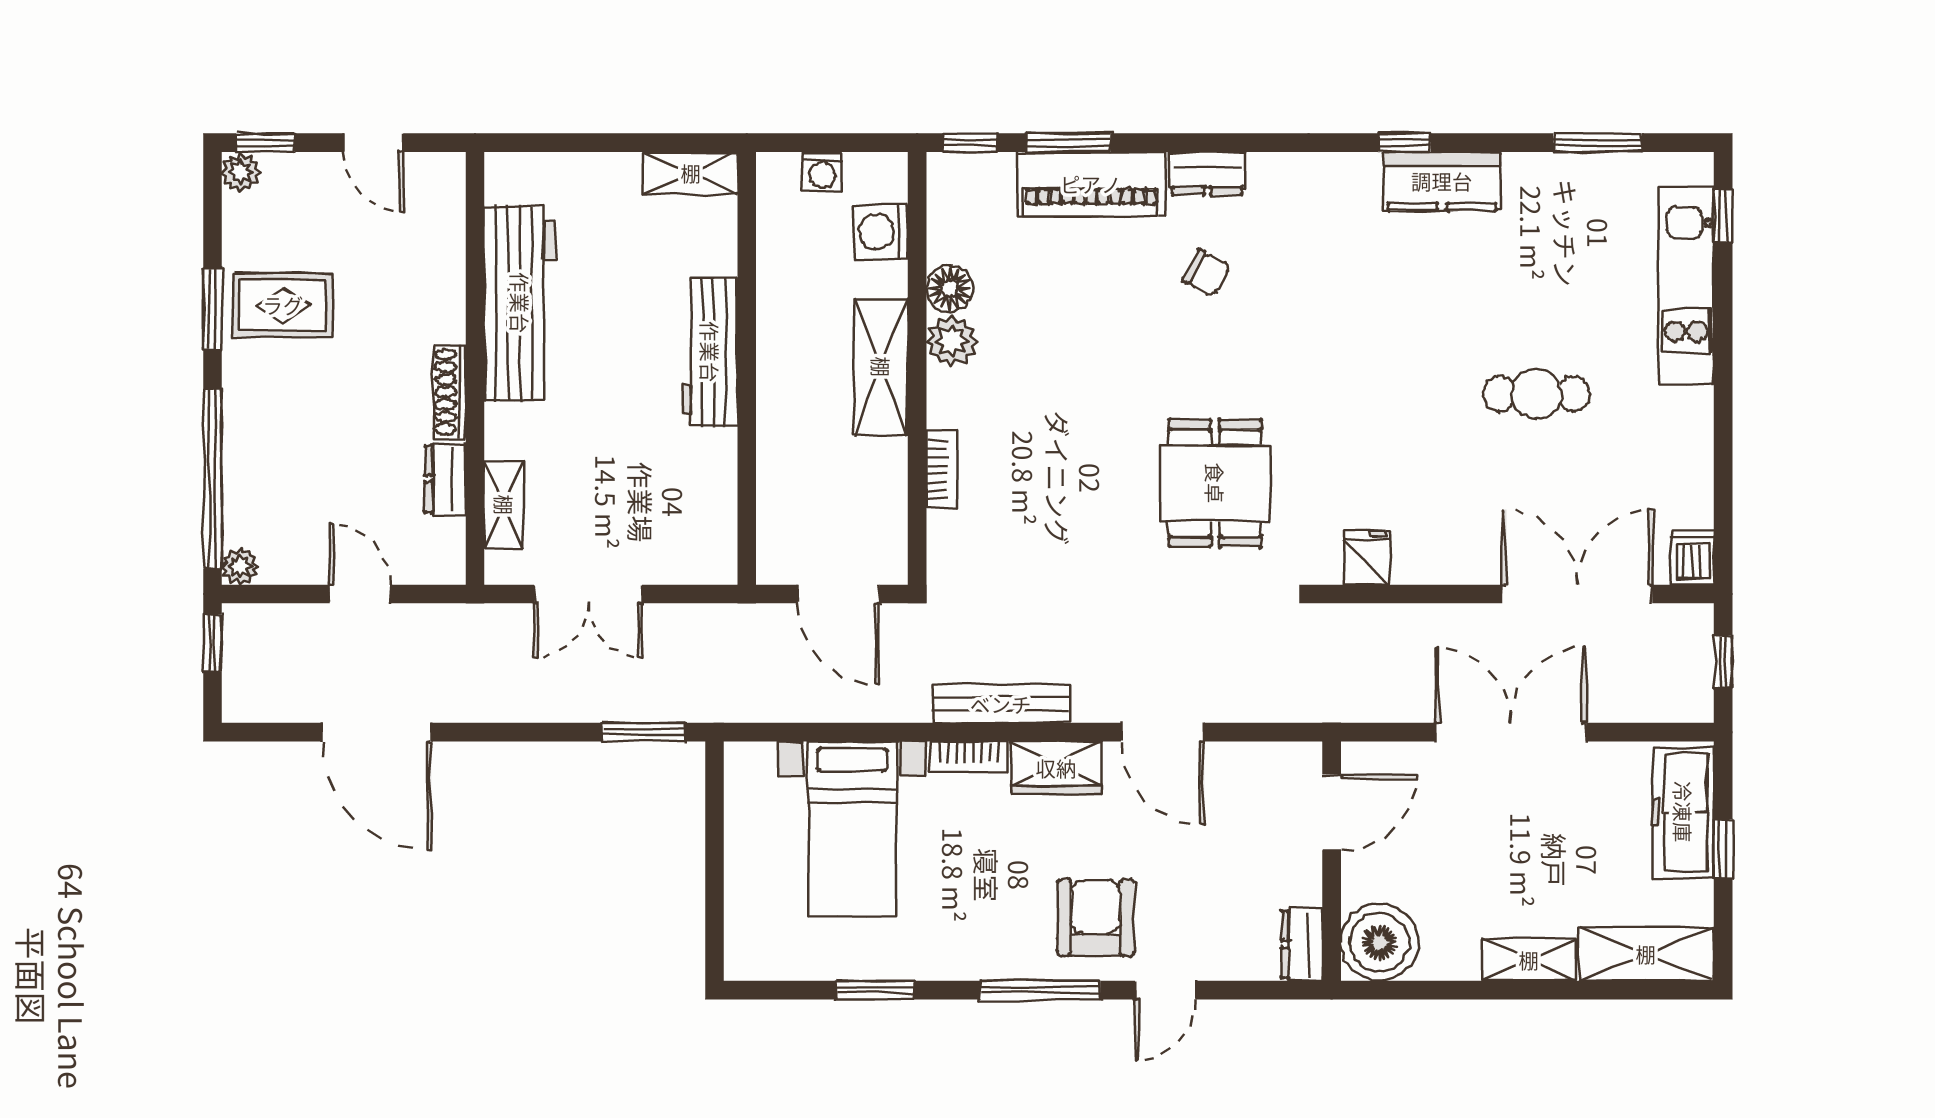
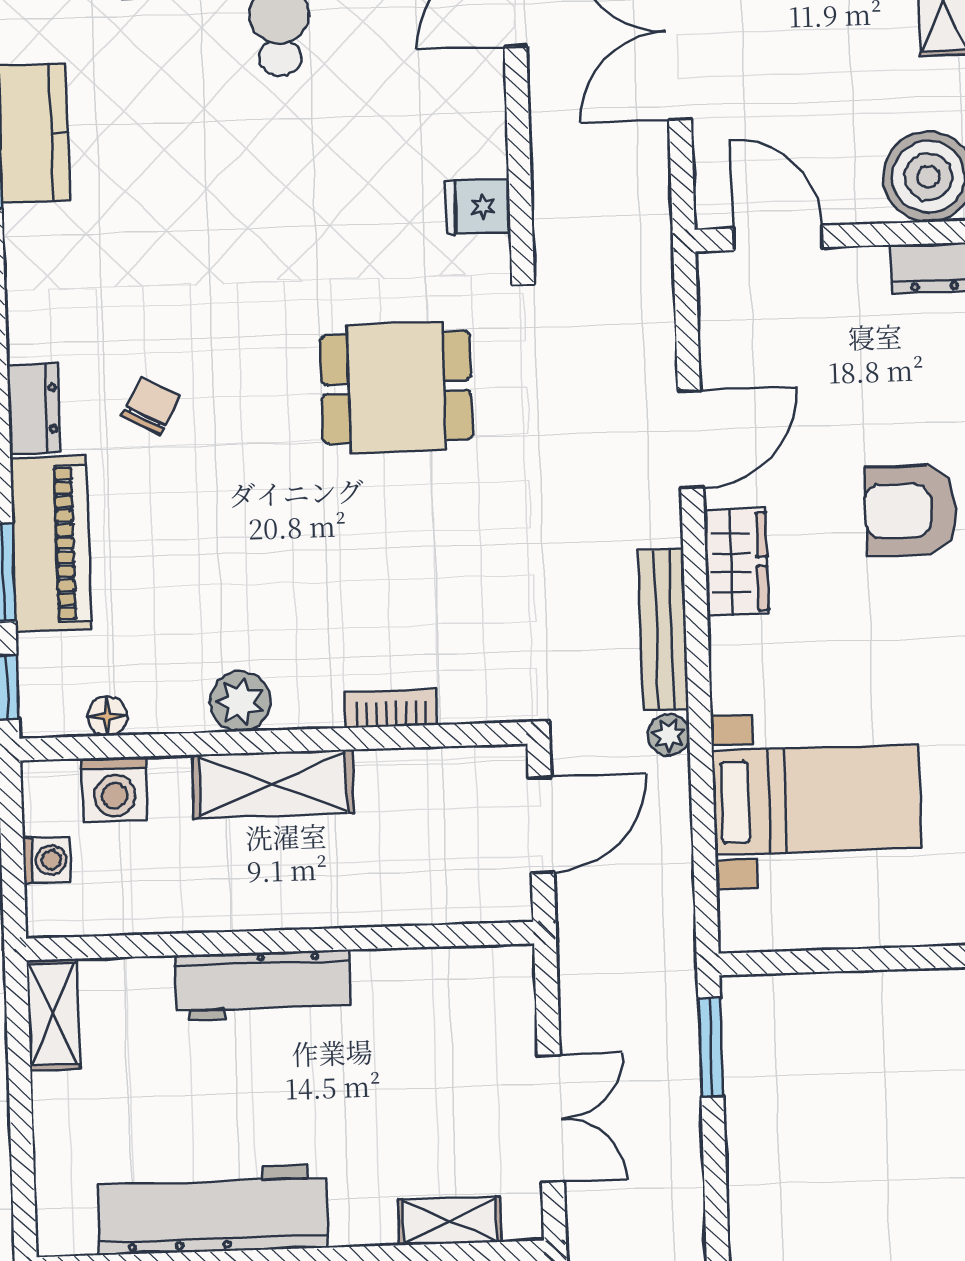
floor lamp: (950, 288) -> (107, 716), moved, width x0.73, depth x0.73
plant: (911, 705) -> (669, 735), added
bookcase: (969, 757) -> (727, 666), removed

